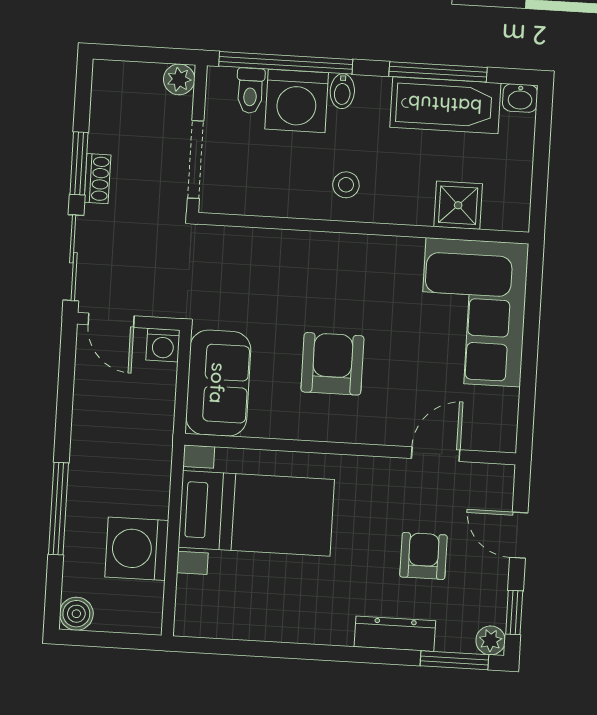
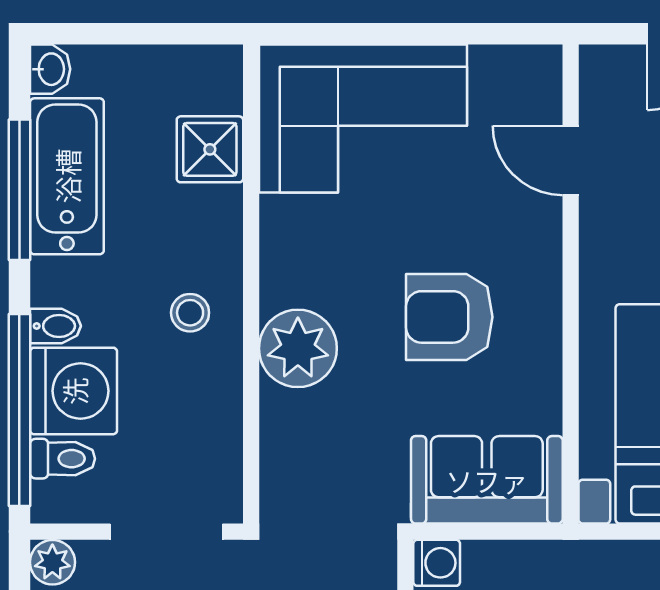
plant: (317, 258) -> (298, 348), added

